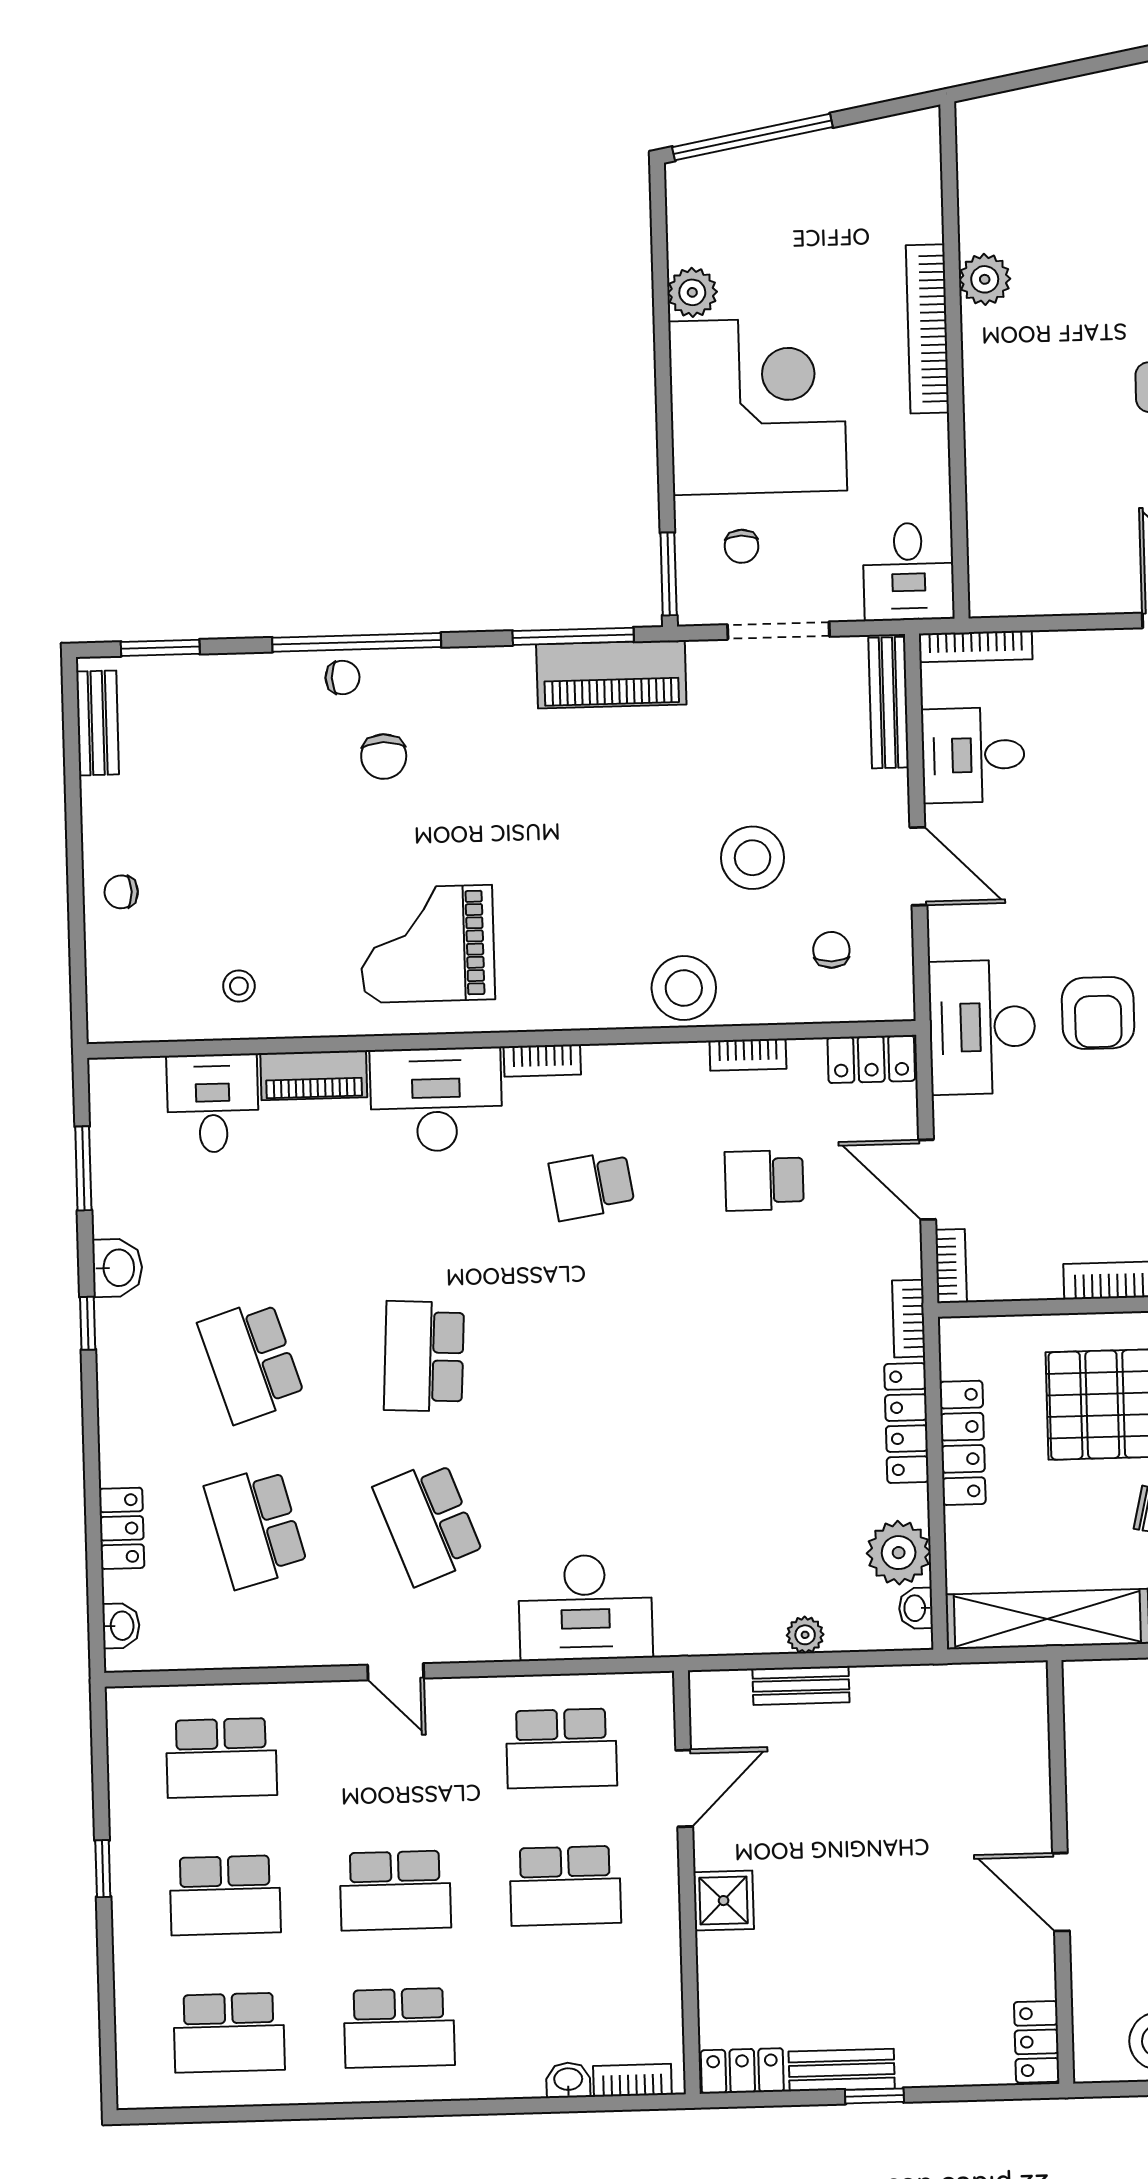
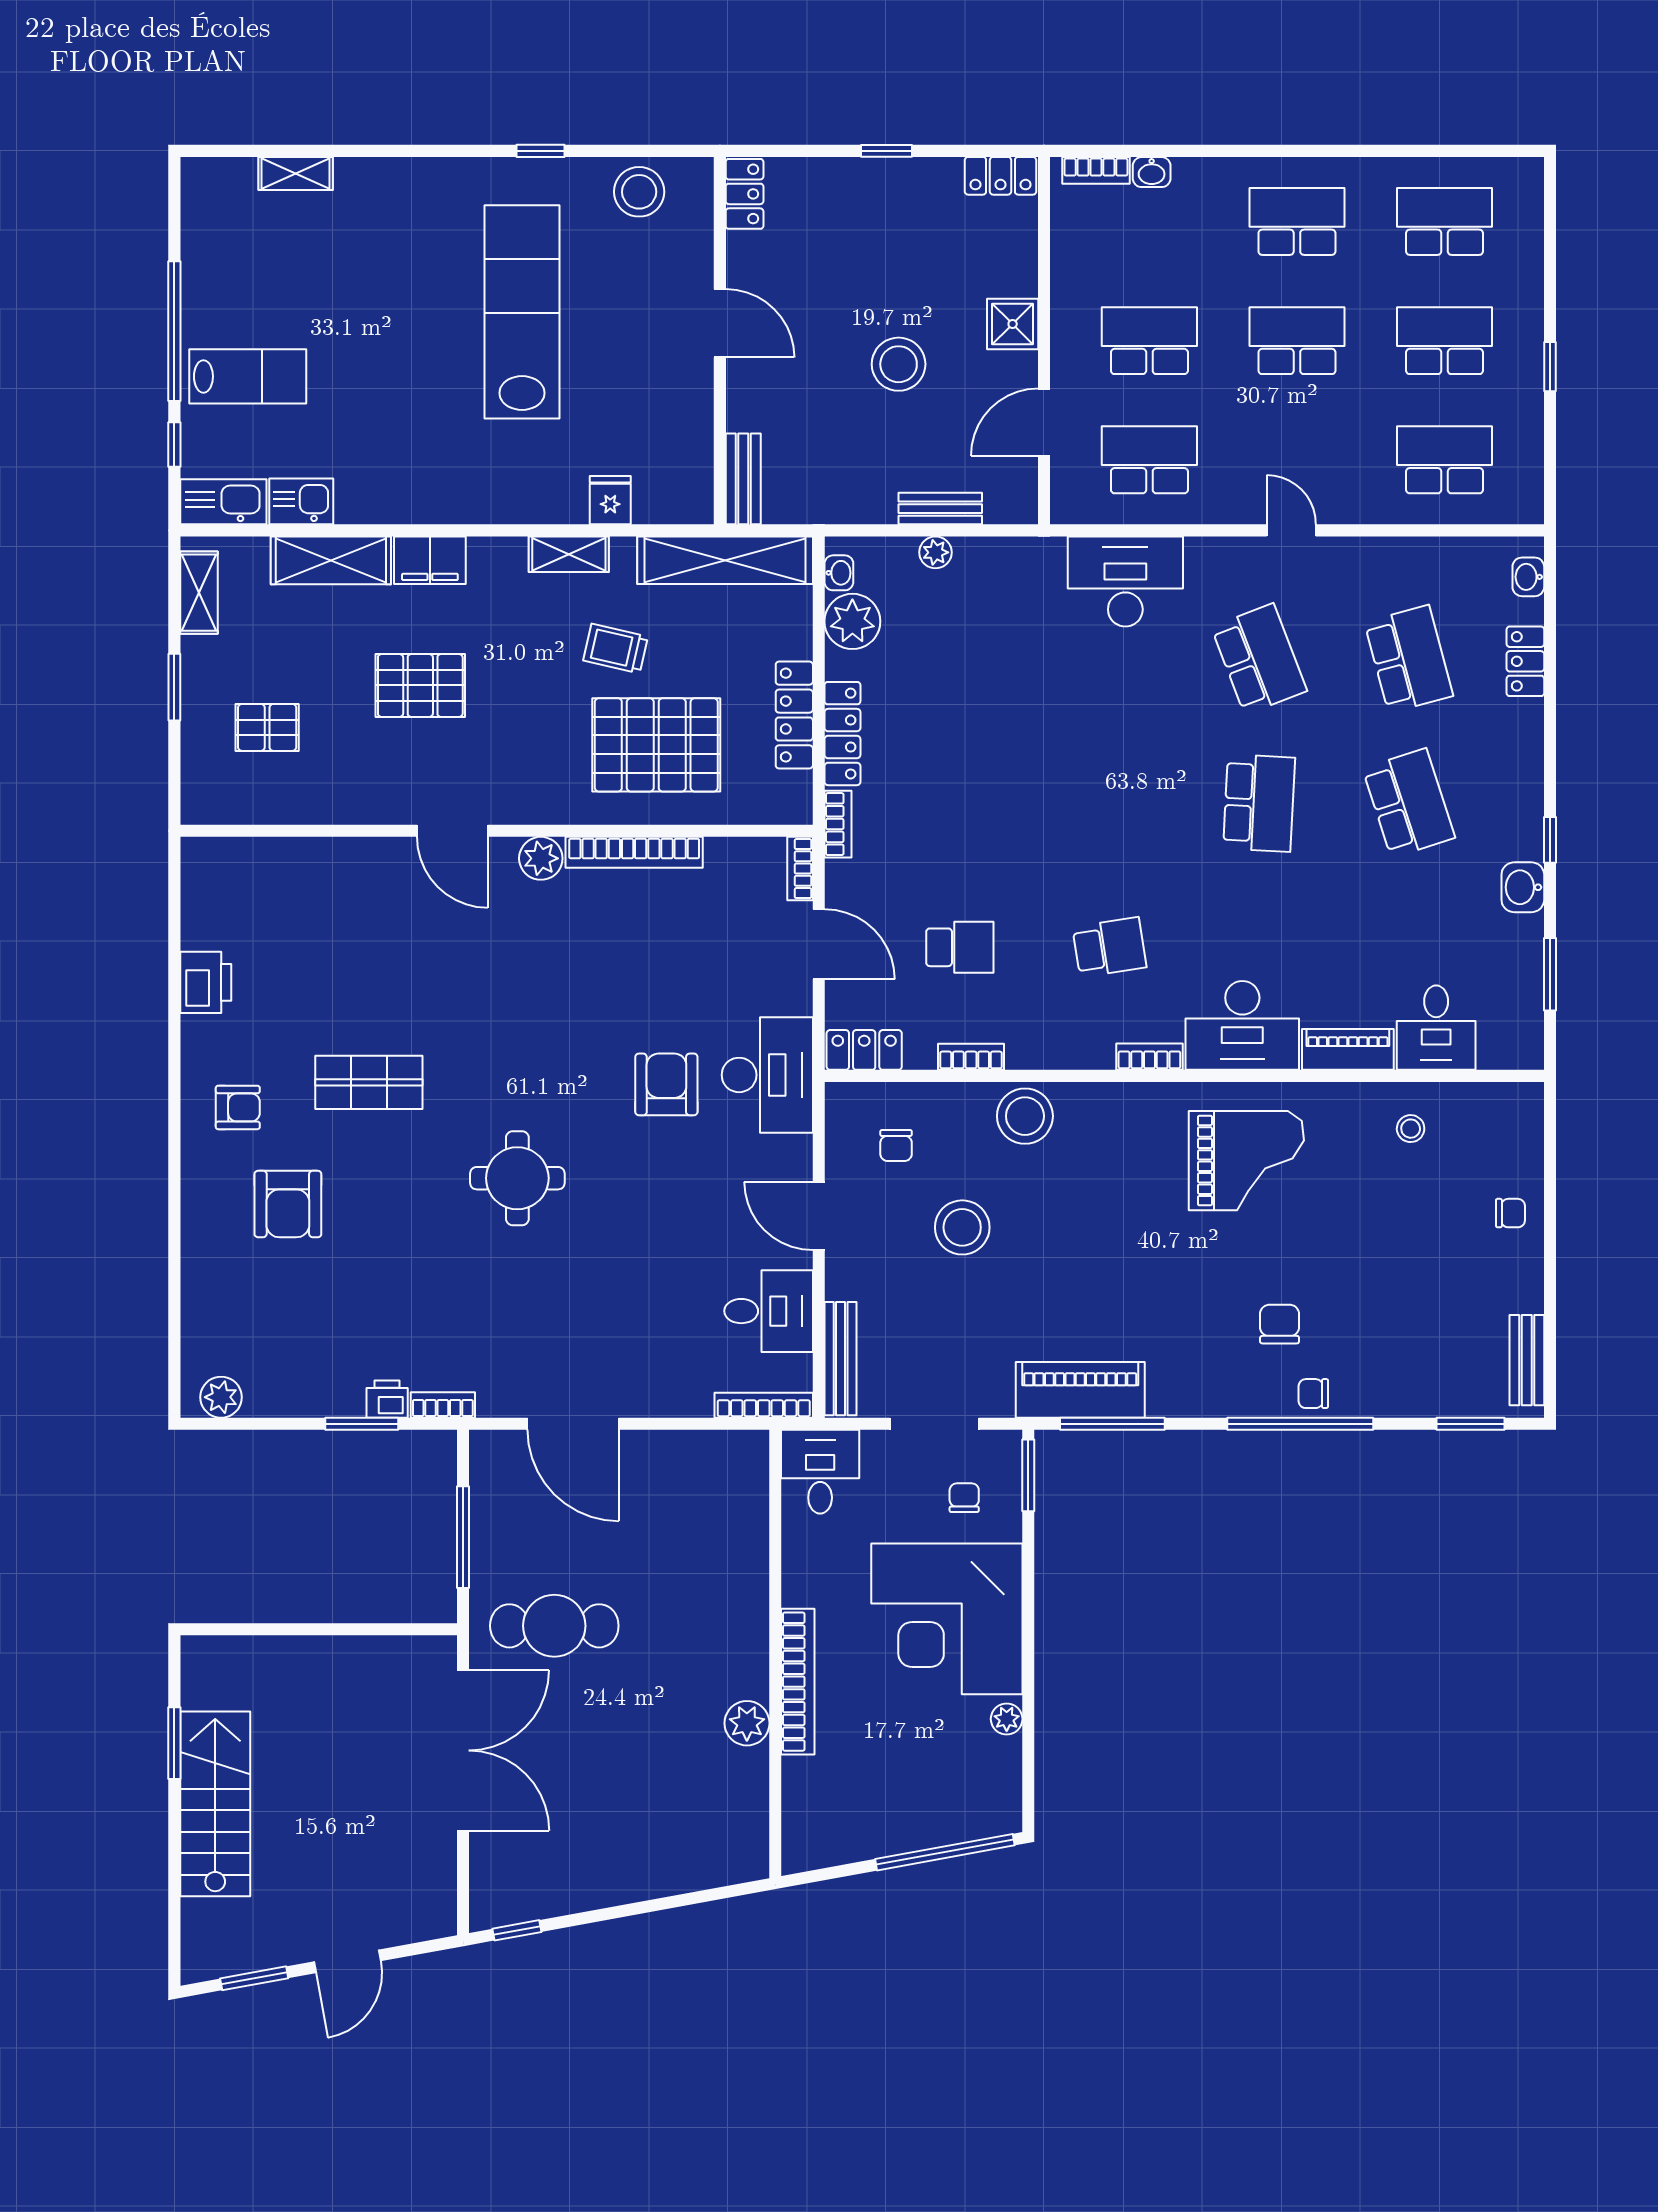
plant: (692, 292) -> (1007, 1719), width x0.73, depth x0.73
stool: (854, 1851) -> (899, 364), added
bench: (842, 2070) -> (743, 479), moved, turned 90

